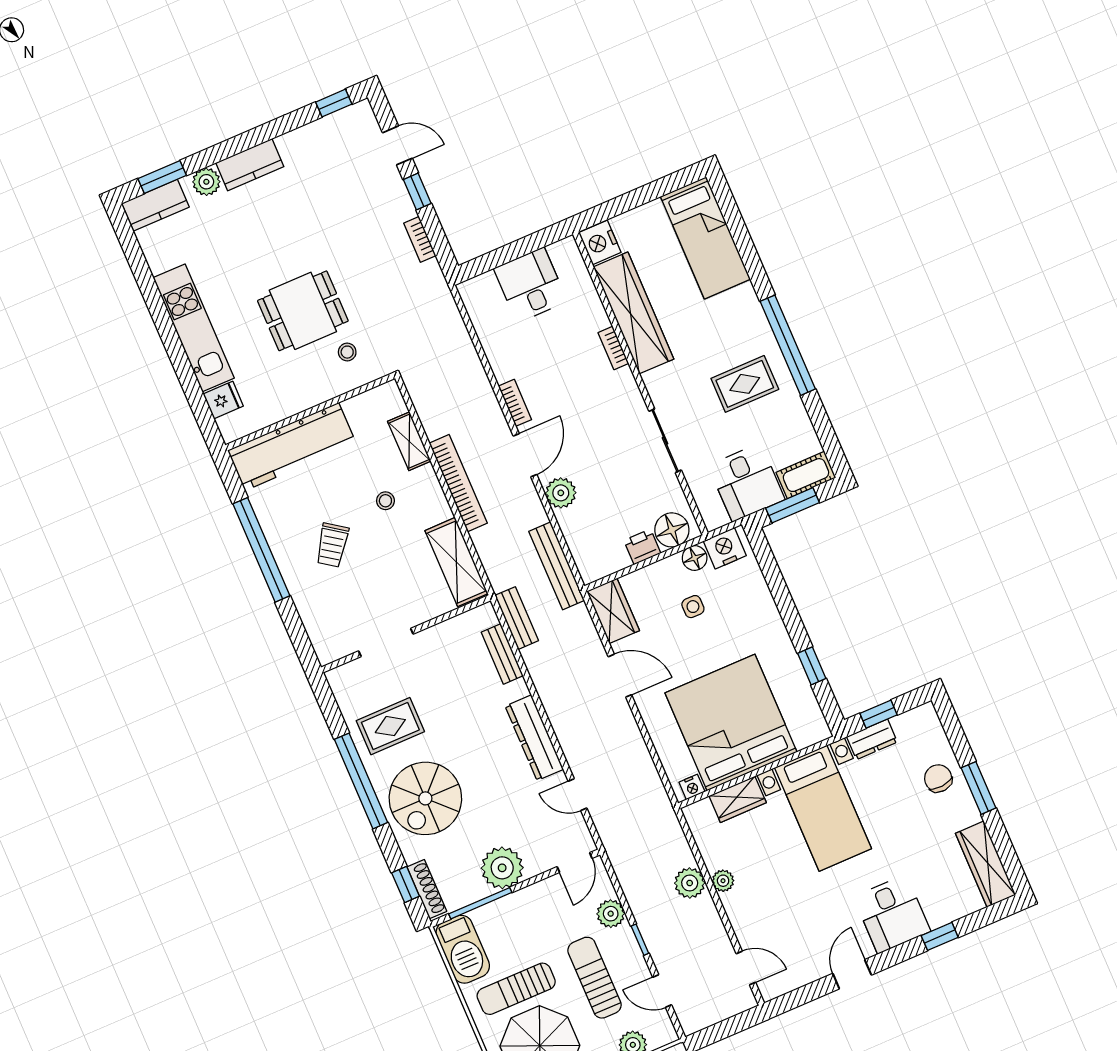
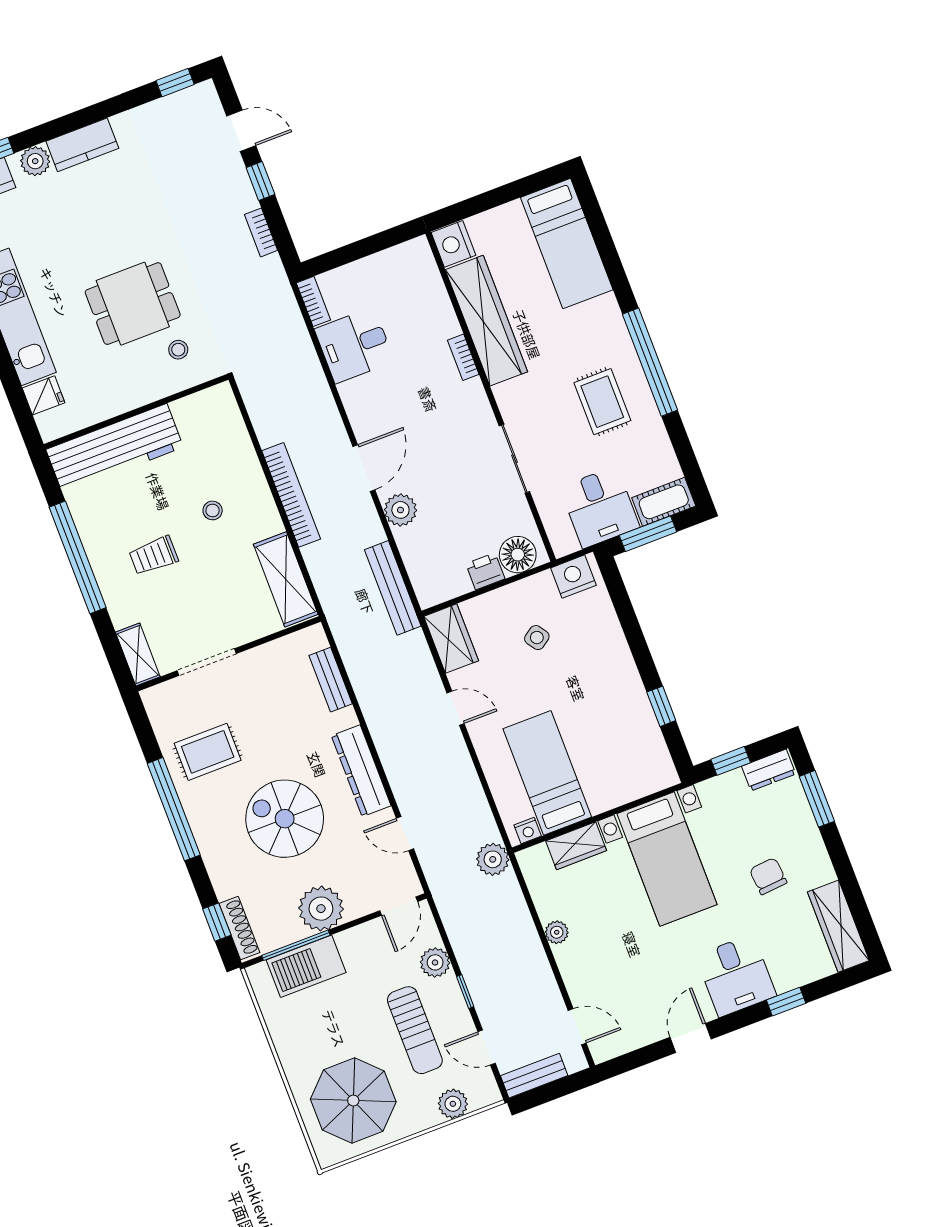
desk: (531, 285) -> (354, 345), moved, turned -90
rug: (745, 384) -> (602, 402), turned 90
bookcase: (515, 403) -> (313, 301), moved
shelving: (409, 441) -> (138, 655), moved
trolley: (332, 545) -> (154, 556), turned 55
floor lamp: (695, 558) -> (541, 586), removed
side table: (693, 607) -> (537, 638), turned -35
bench: (517, 618) -> (534, 1076), moved, turned 90
door: (620, 676) -> (456, 708), width x0.73
bed: (731, 722) -> (547, 773), width x0.49
dresser: (872, 739) -> (769, 770), moved
chair: (938, 778) -> (768, 876), moved
window: (978, 788) -> (817, 799), moved
spiral stairs: (425, 798) -> (285, 819), moved, turned 90
plant: (690, 883) -> (493, 859), moved
barbecue: (463, 949) -> (306, 966), moved, turned 90
sun lounger: (595, 978) -> (415, 1030), turned 180
sun lounger: (516, 989) -> (331, 1039), removed

